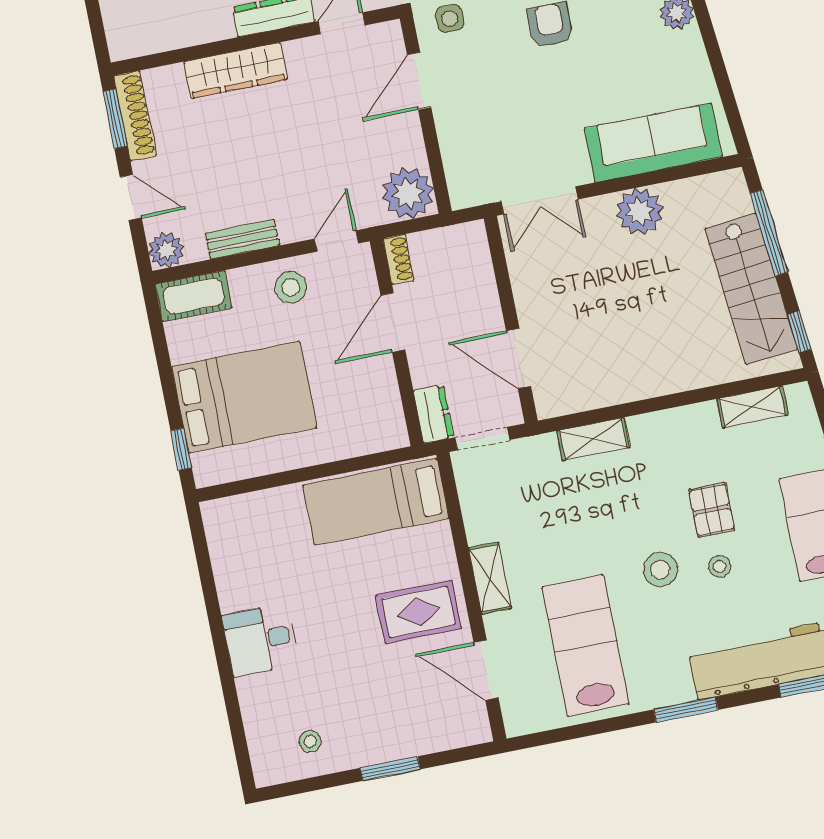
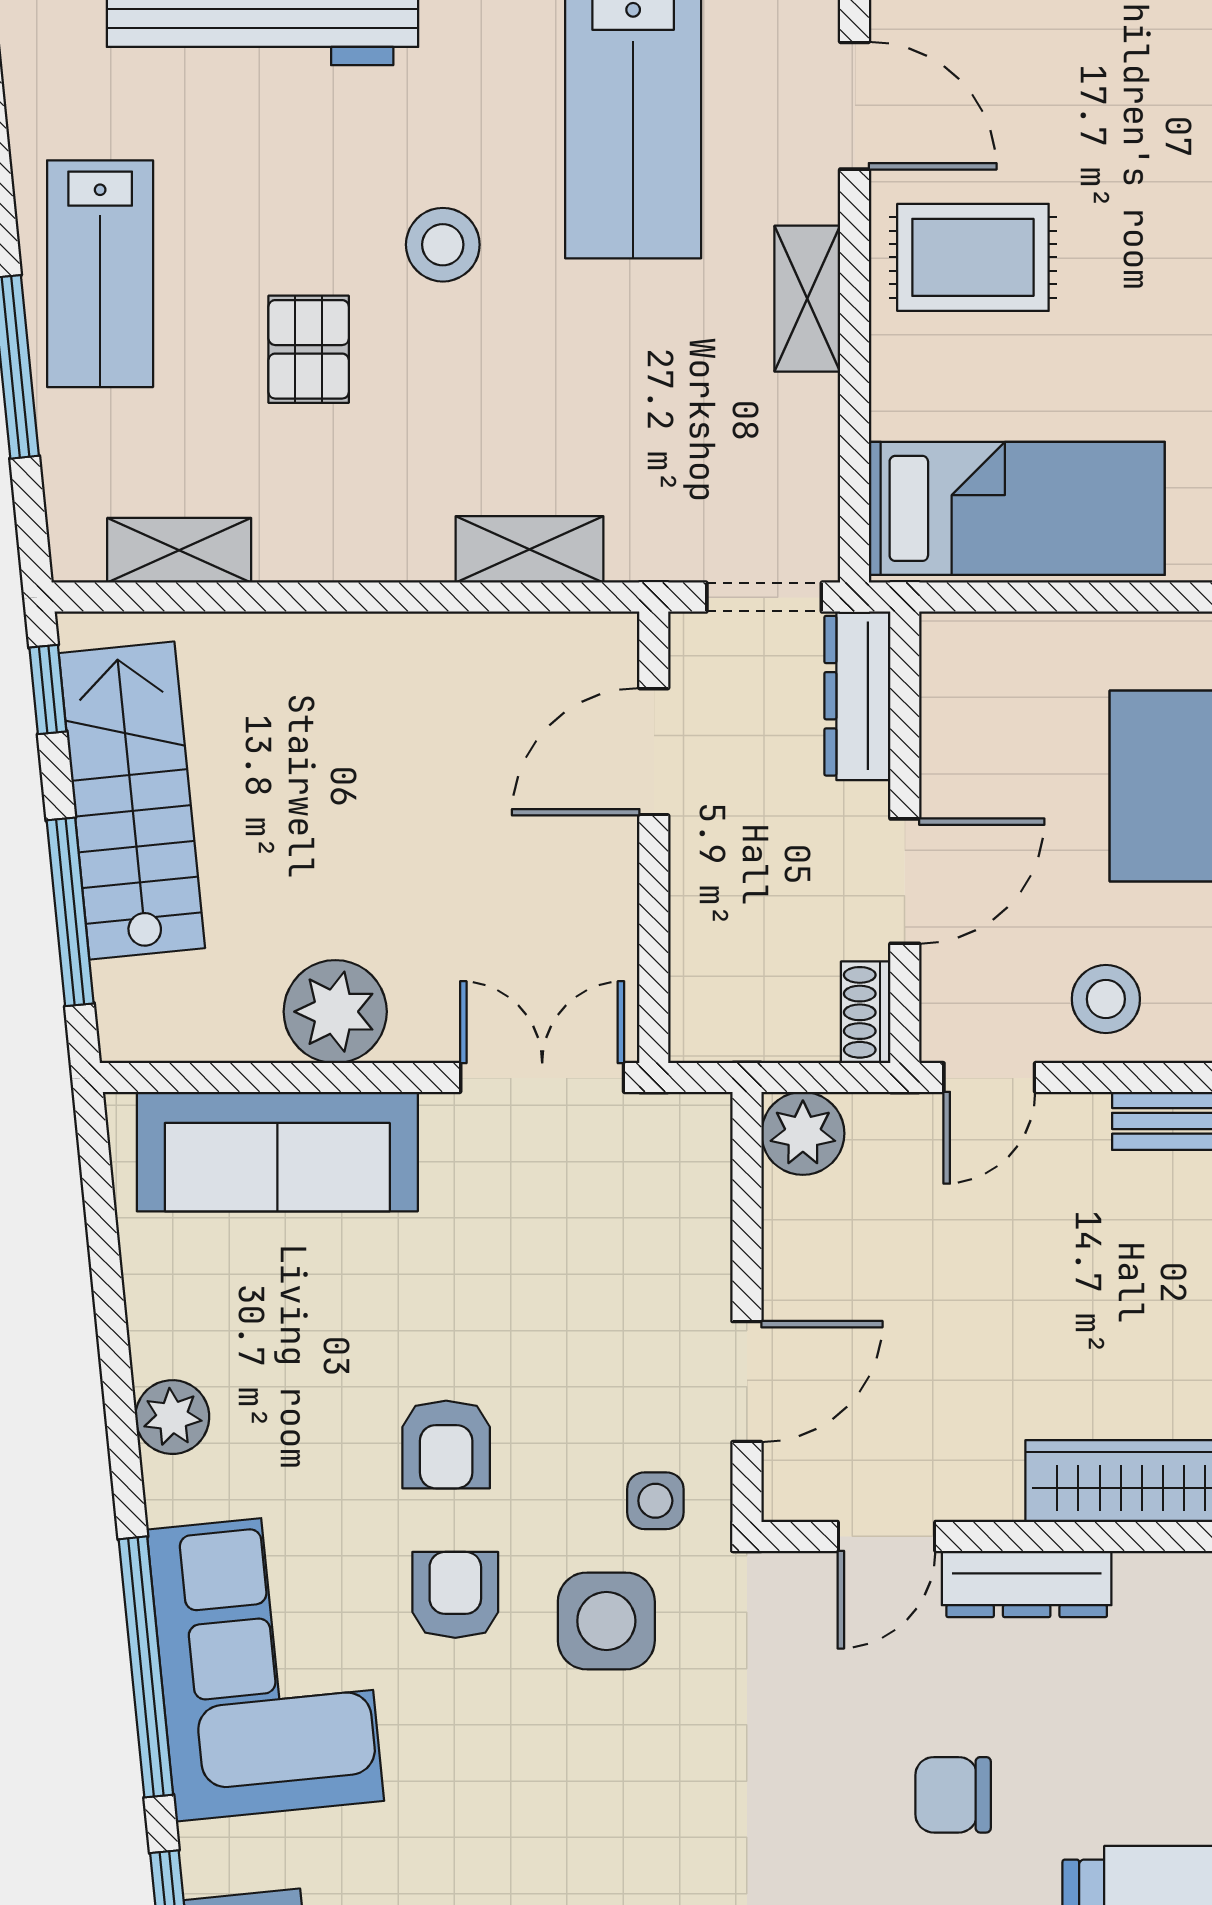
plant: (408, 193) -> (803, 1133), width x0.73, depth x0.73
door: (519, 358) -> (654, 752), swing flipped
dresser: (433, 414) -> (857, 696), width x1.44
stool: (720, 566) -> (316, 226), removed

